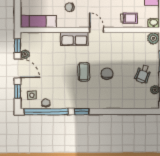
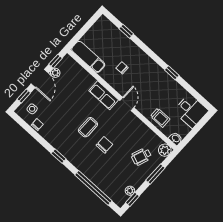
wheelchair: (143, 74) -> (141, 156), moved
window: (46, 112) -> (93, 188), moved

